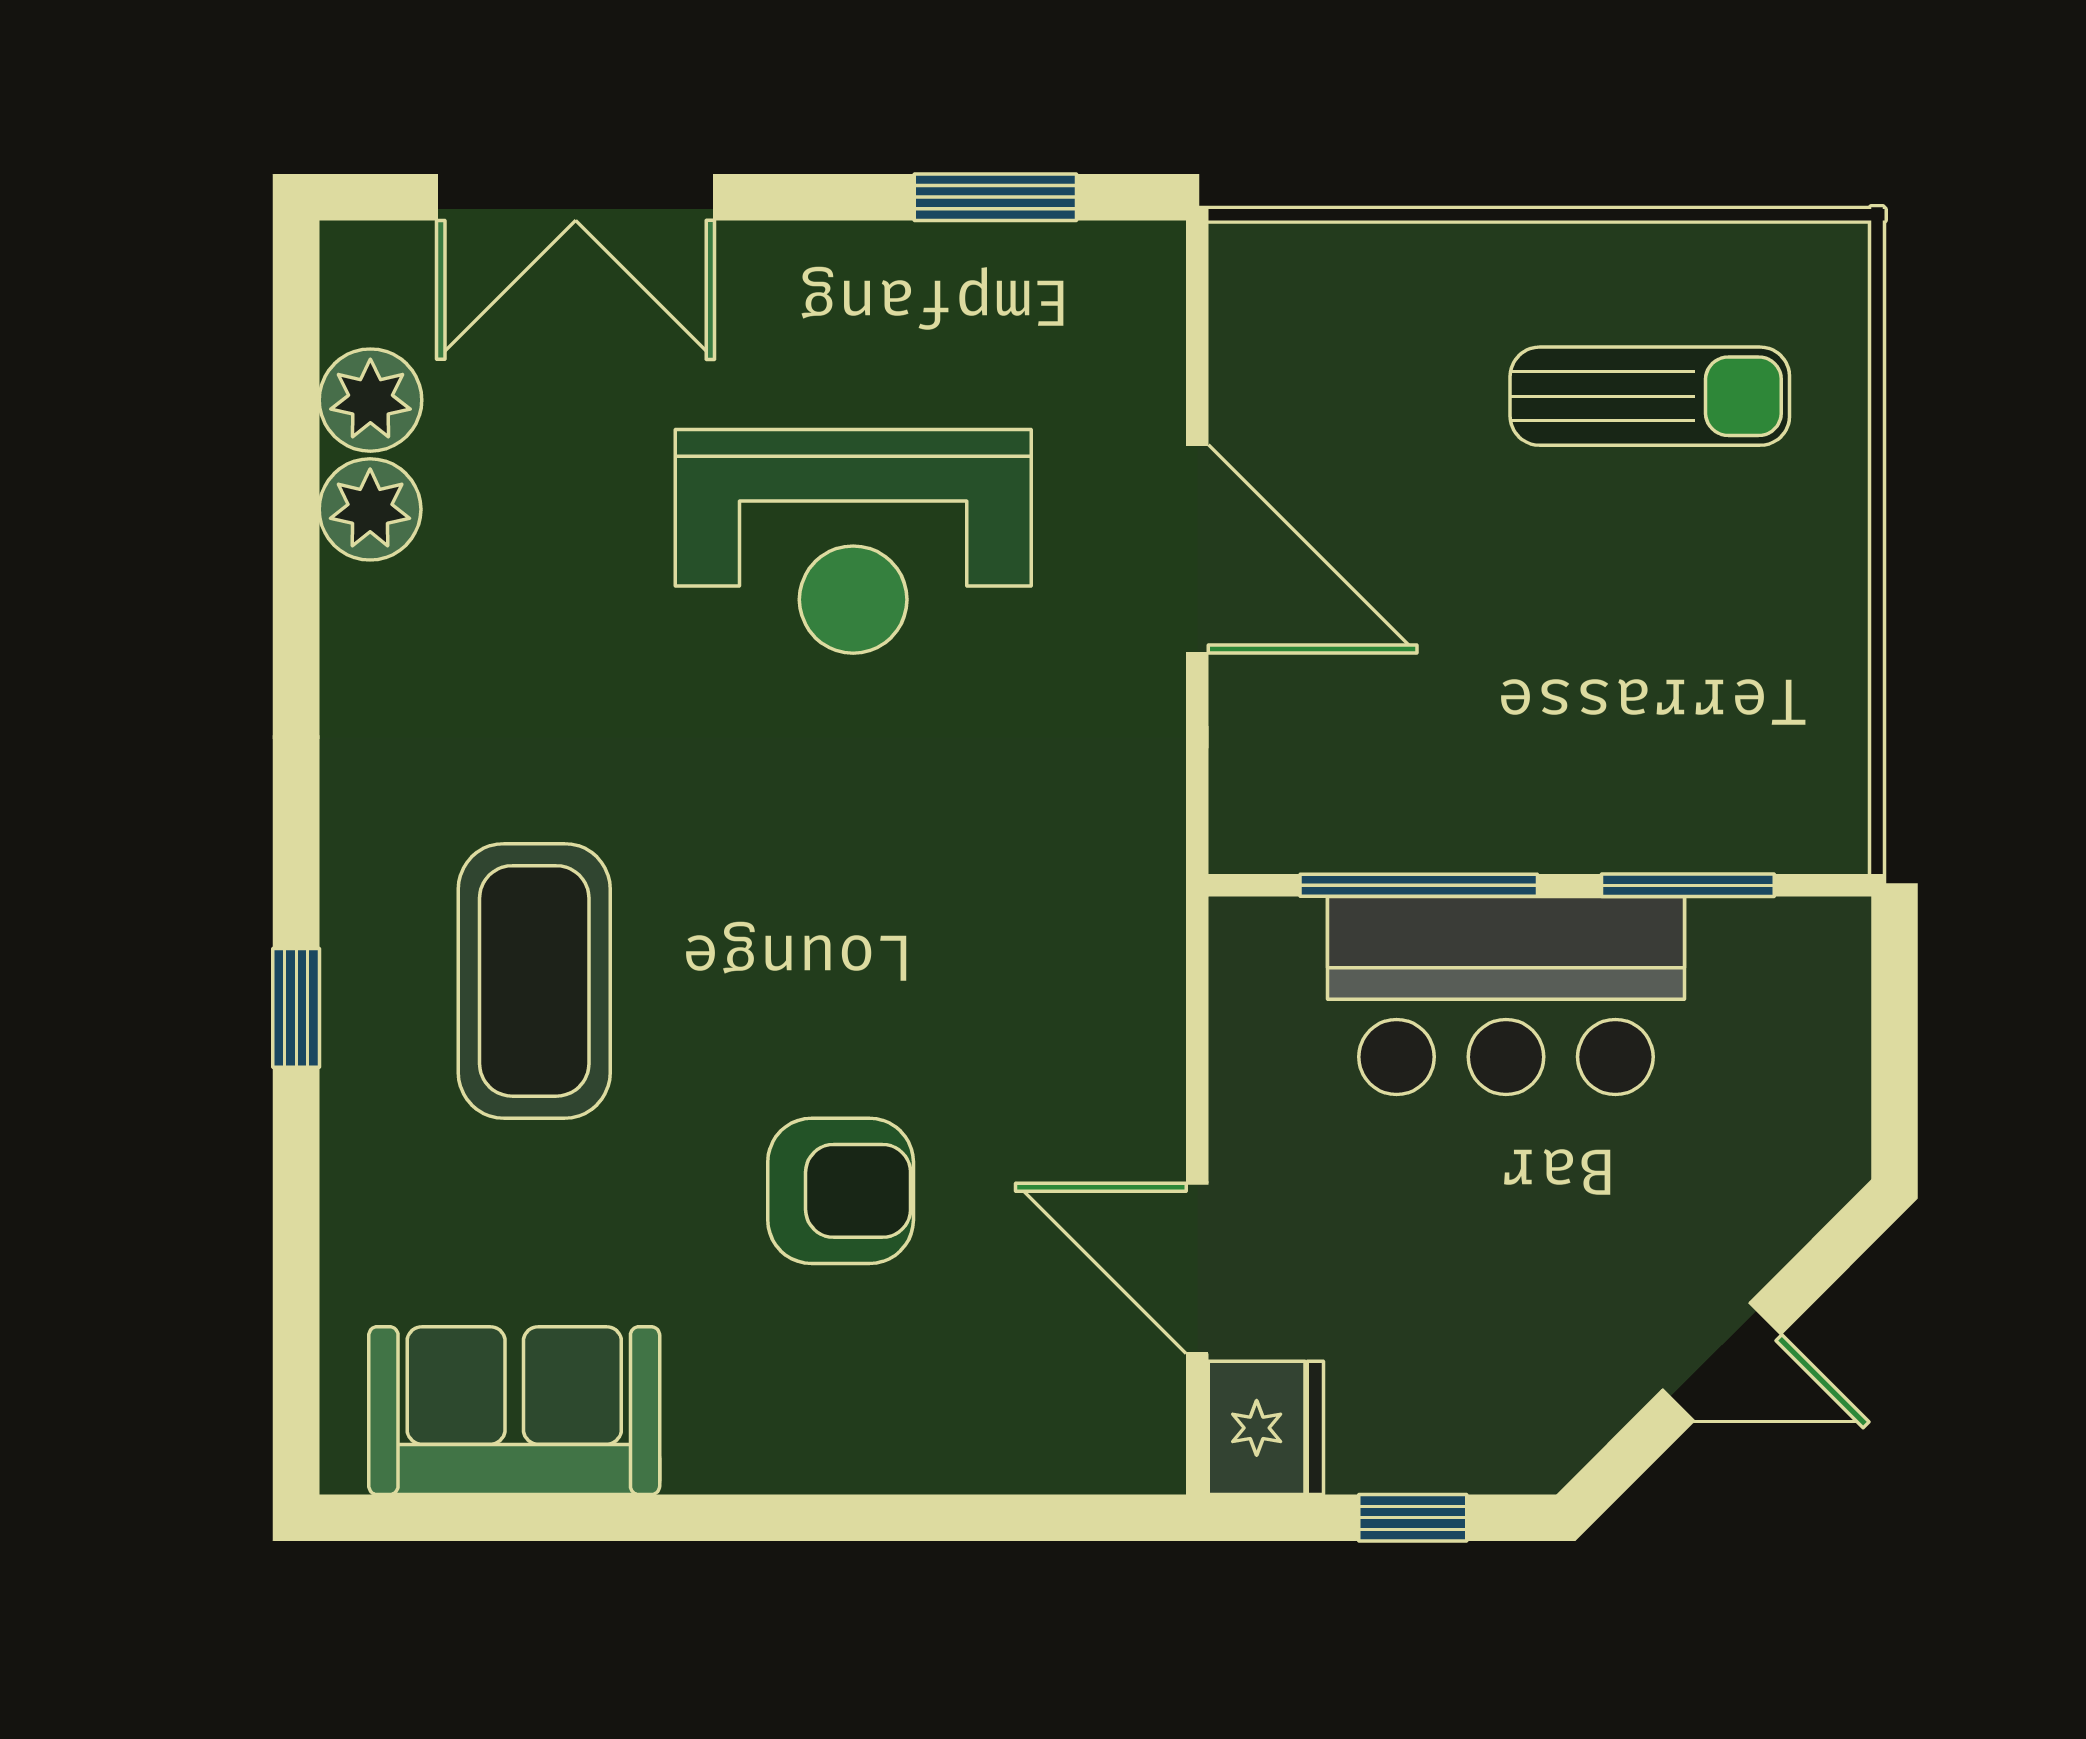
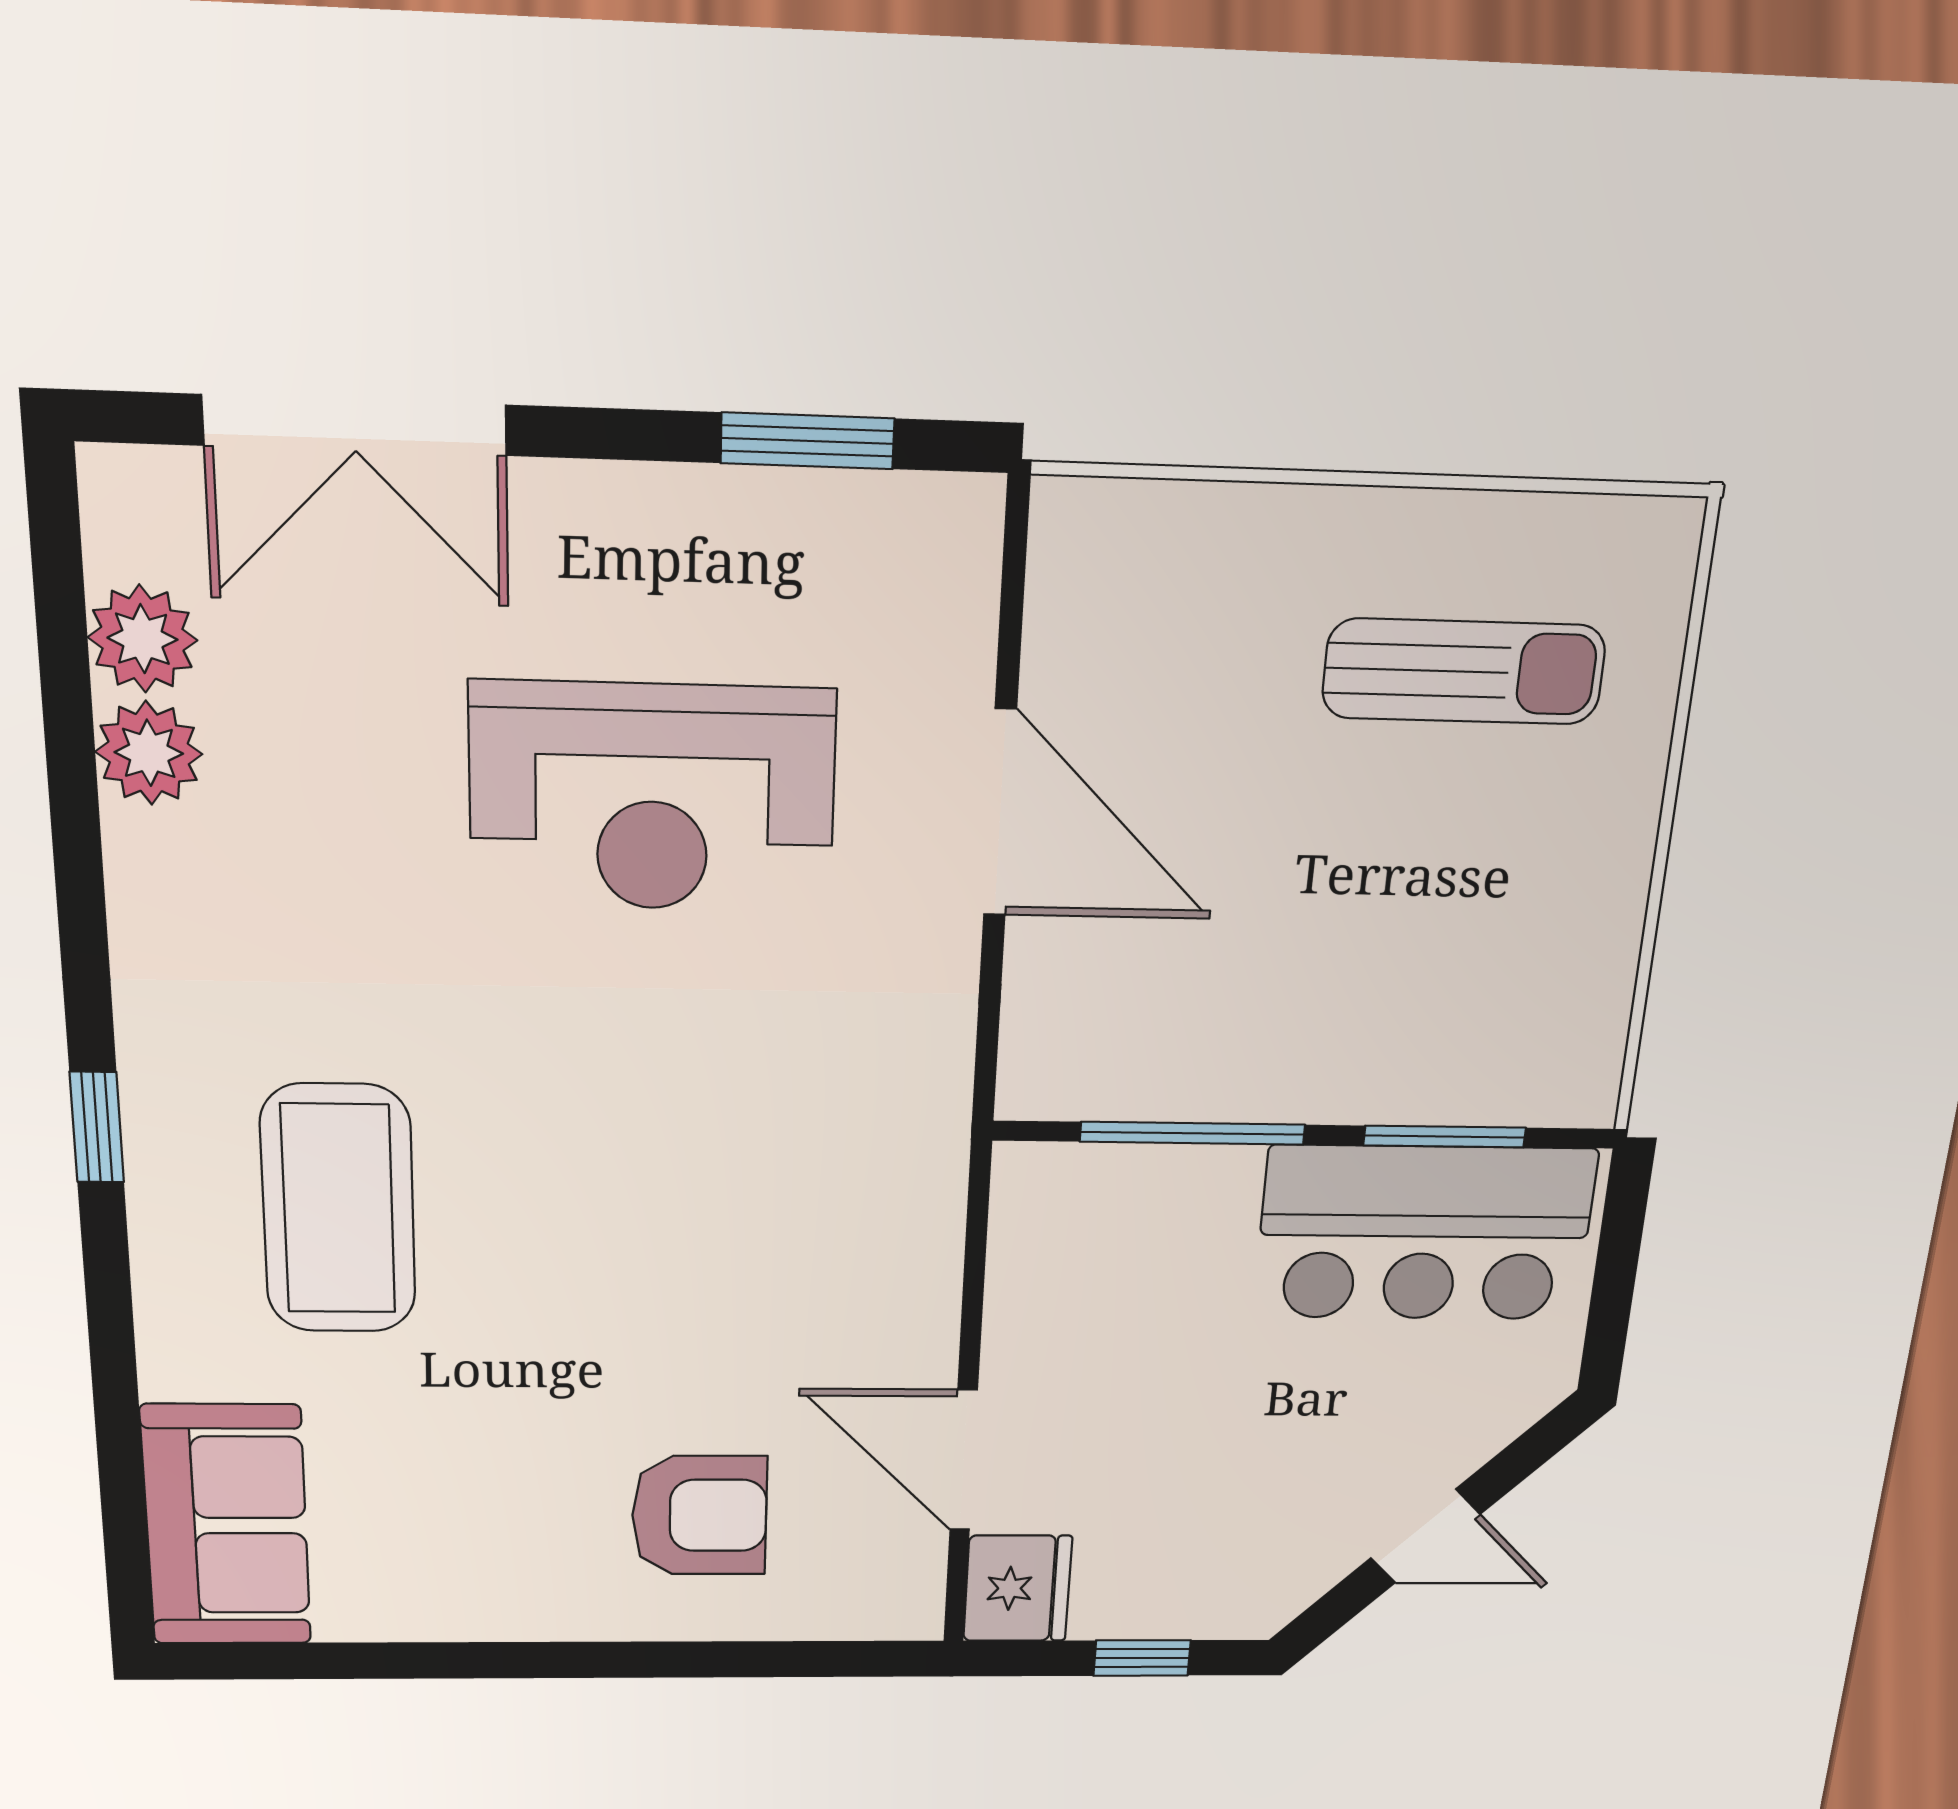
bar counter: (1506, 996) -> (1425, 1233), moved
window: (296, 1008) -> (97, 1127), moved
armchair: (841, 1191) -> (699, 1515), moved
sofa: (514, 1411) -> (227, 1525), moved, turned 90

